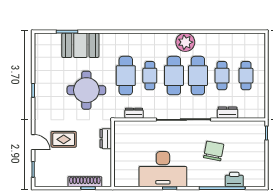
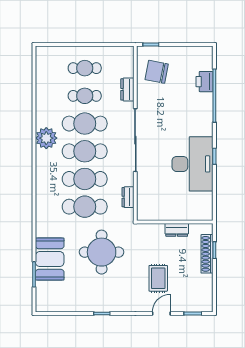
cafe table: (150, 76) -> (85, 179), width x1.37, depth x1.35
dresser: (106, 139) -> (177, 230), moved
chair: (214, 151) -> (157, 72), moved

